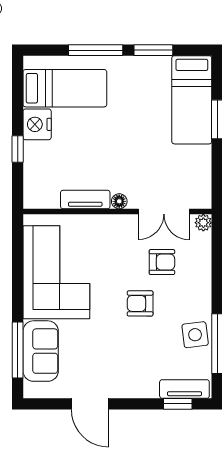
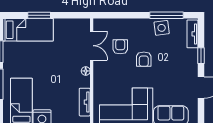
tv unit: (85, 200) -> (85, 102), moved
plant: (203, 223) -> (98, 23), removed
window: (178, 404) -> (201, 56), moved

